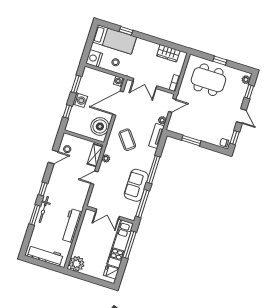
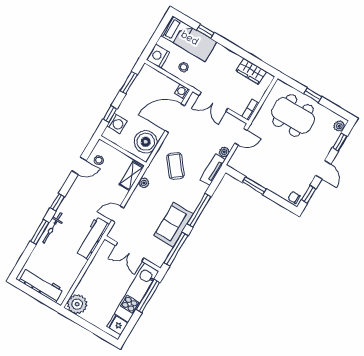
washing machine: (80, 100) -> (117, 124), moved
door: (94, 178) -> (117, 214), moved
workbench: (71, 226) -> (92, 238), moved

